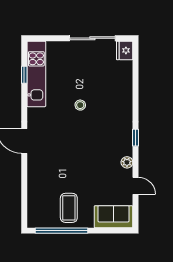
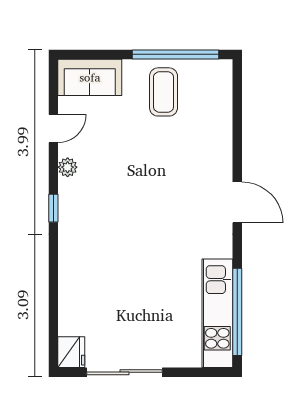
window: (24, 75) -> (237, 312), width x3.17
stool: (80, 105) -> (145, 262), removed
door: (136, 186) -> (53, 128), swing flipped

